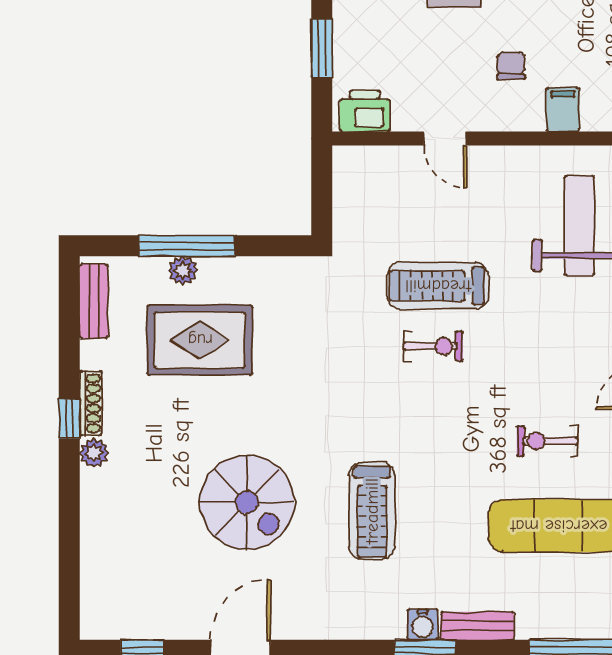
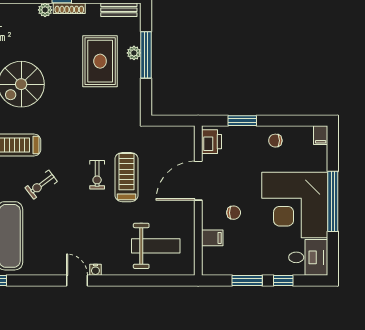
door: (445, 138) -> (198, 181), width x1.87
exercise bike: (547, 441) -> (41, 185), moved, turned -127

